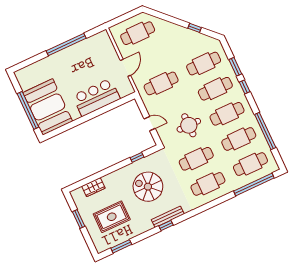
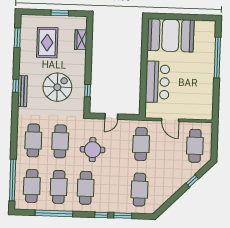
window: (195, 28) -> (192, 181), moved
window: (66, 45) -> (217, 57), moved
cafe table: (215, 89) -> (113, 189), removed
window: (28, 110) -> (176, 17), removed

